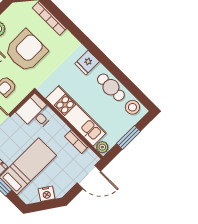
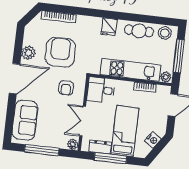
window: (128, 137) -> (179, 56), width x1.44

